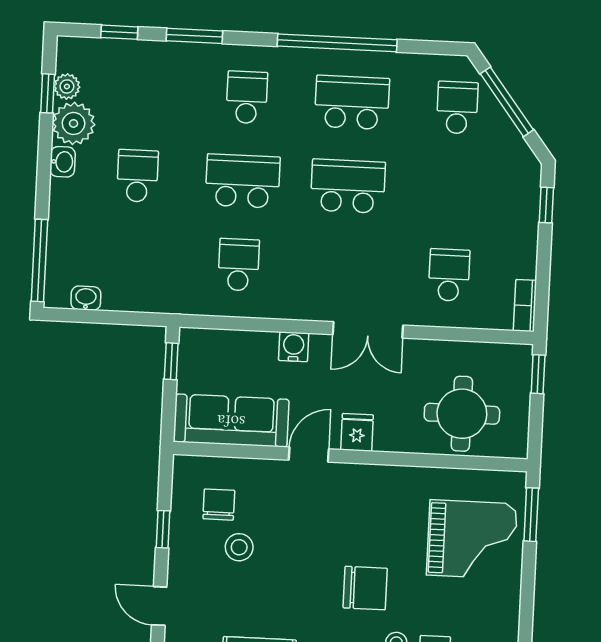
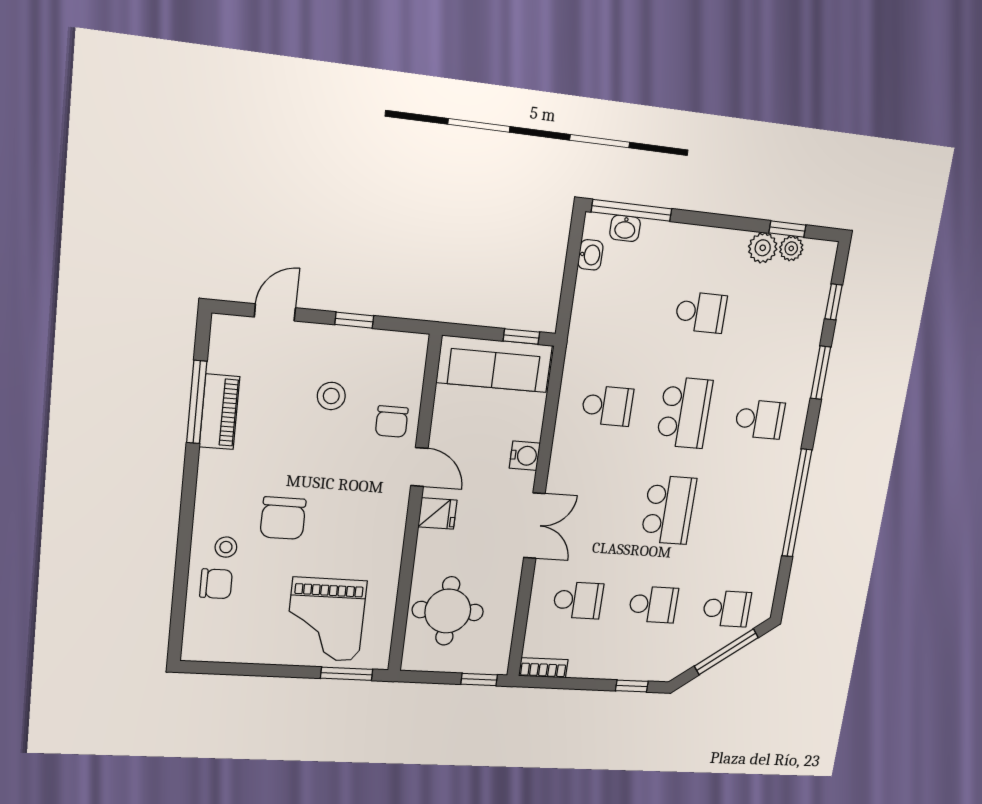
school desk: (352, 102) -> (653, 605), moved, width x0.54
plant: (74, 123) -> (763, 248), width x0.73, depth x0.73
washbasin: (63, 162) -> (625, 228), moved
double door: (368, 330) -> (534, 526), swing flipped
sofa: (231, 421) -> (494, 364), moved, turned 90
chair: (219, 505) -> (392, 422), moved, turned 90

